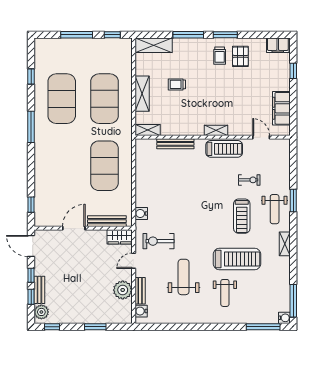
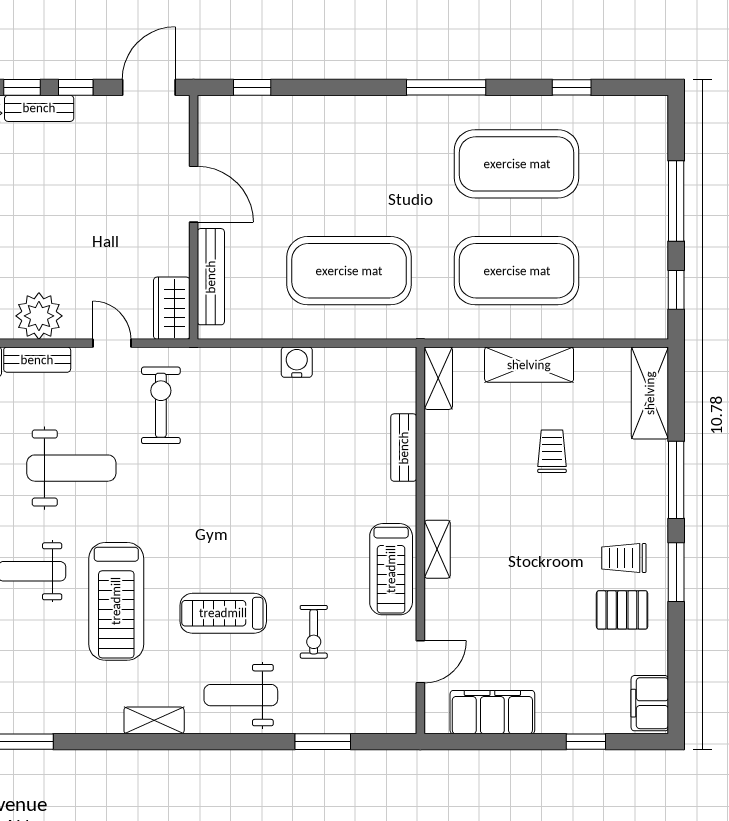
bench: (175, 144) -> (404, 448), width x0.73
window: (293, 200) -> (323, 742), moved
water cooler: (141, 213) -> (297, 362), moved

